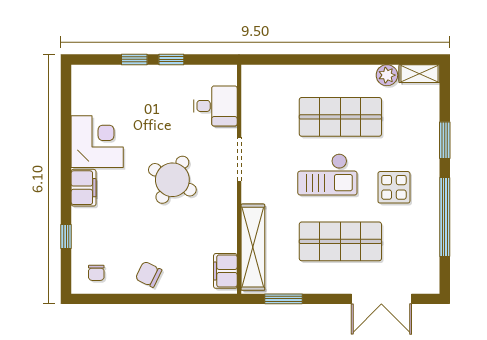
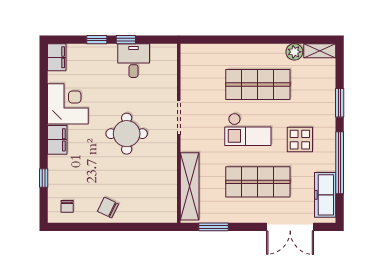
desk: (215, 106) -> (134, 61), moved, turned -90
round table: (172, 180) -> (127, 134), turned -30
freezer: (426, 258) -> (325, 195), added
filing cabinet: (225, 271) -> (57, 57), moved, turned 180

